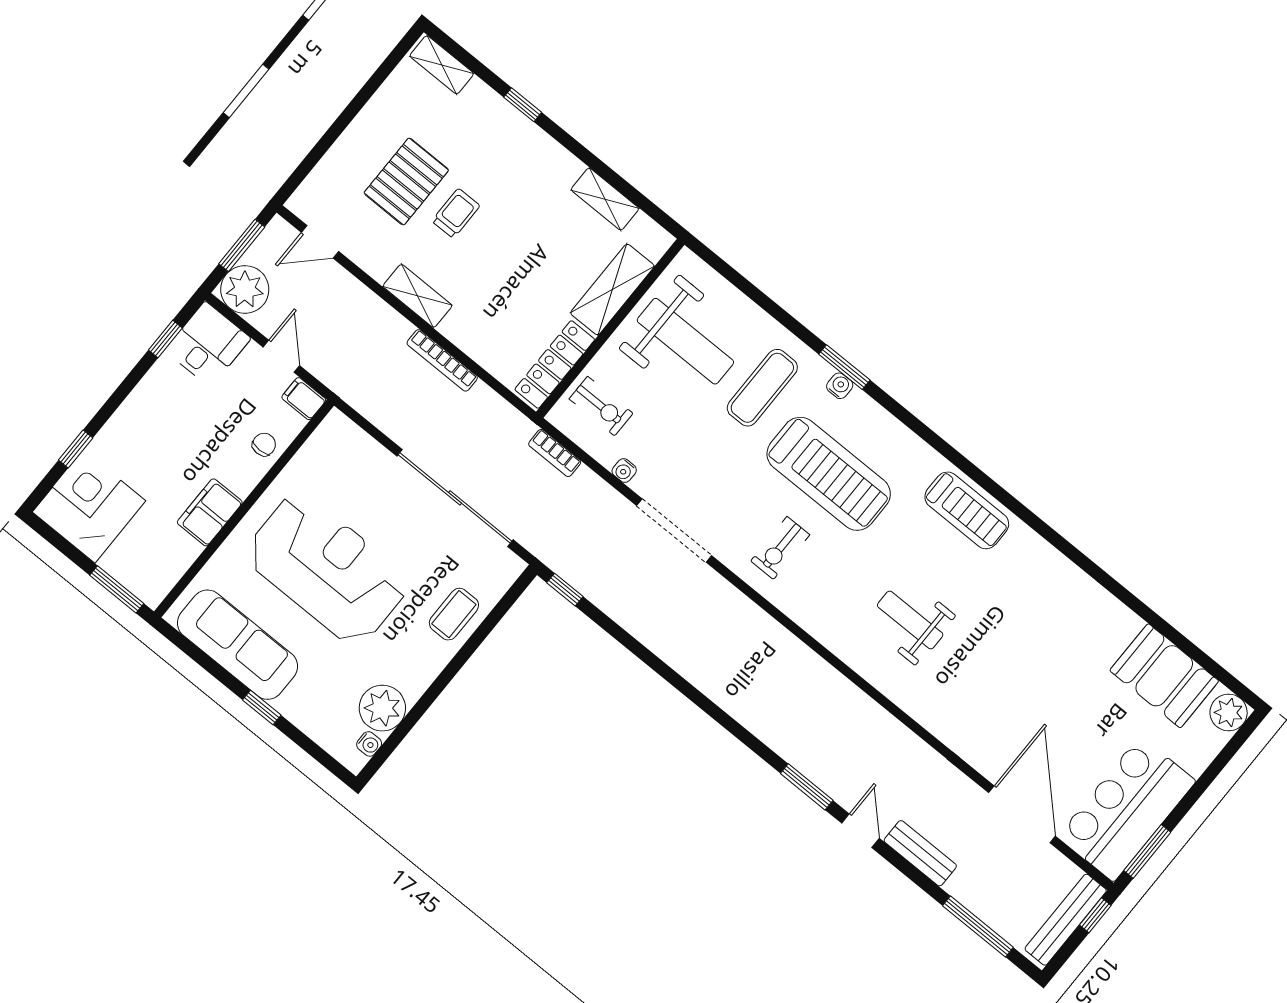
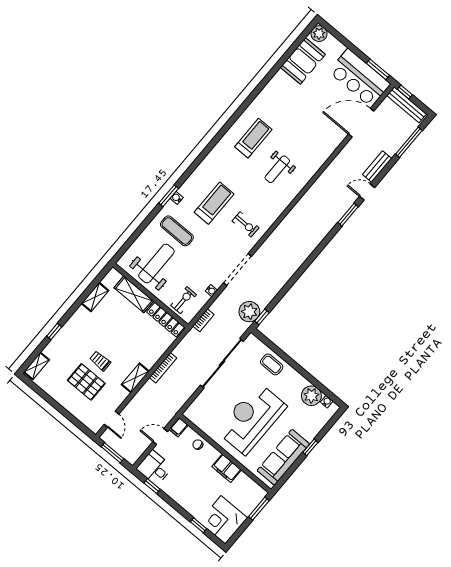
plant: (245, 289) -> (249, 312), moved
treadmill: (829, 474) -> (214, 203), width x0.73, depth x0.73
treadmill: (967, 510) -> (253, 138), moved

